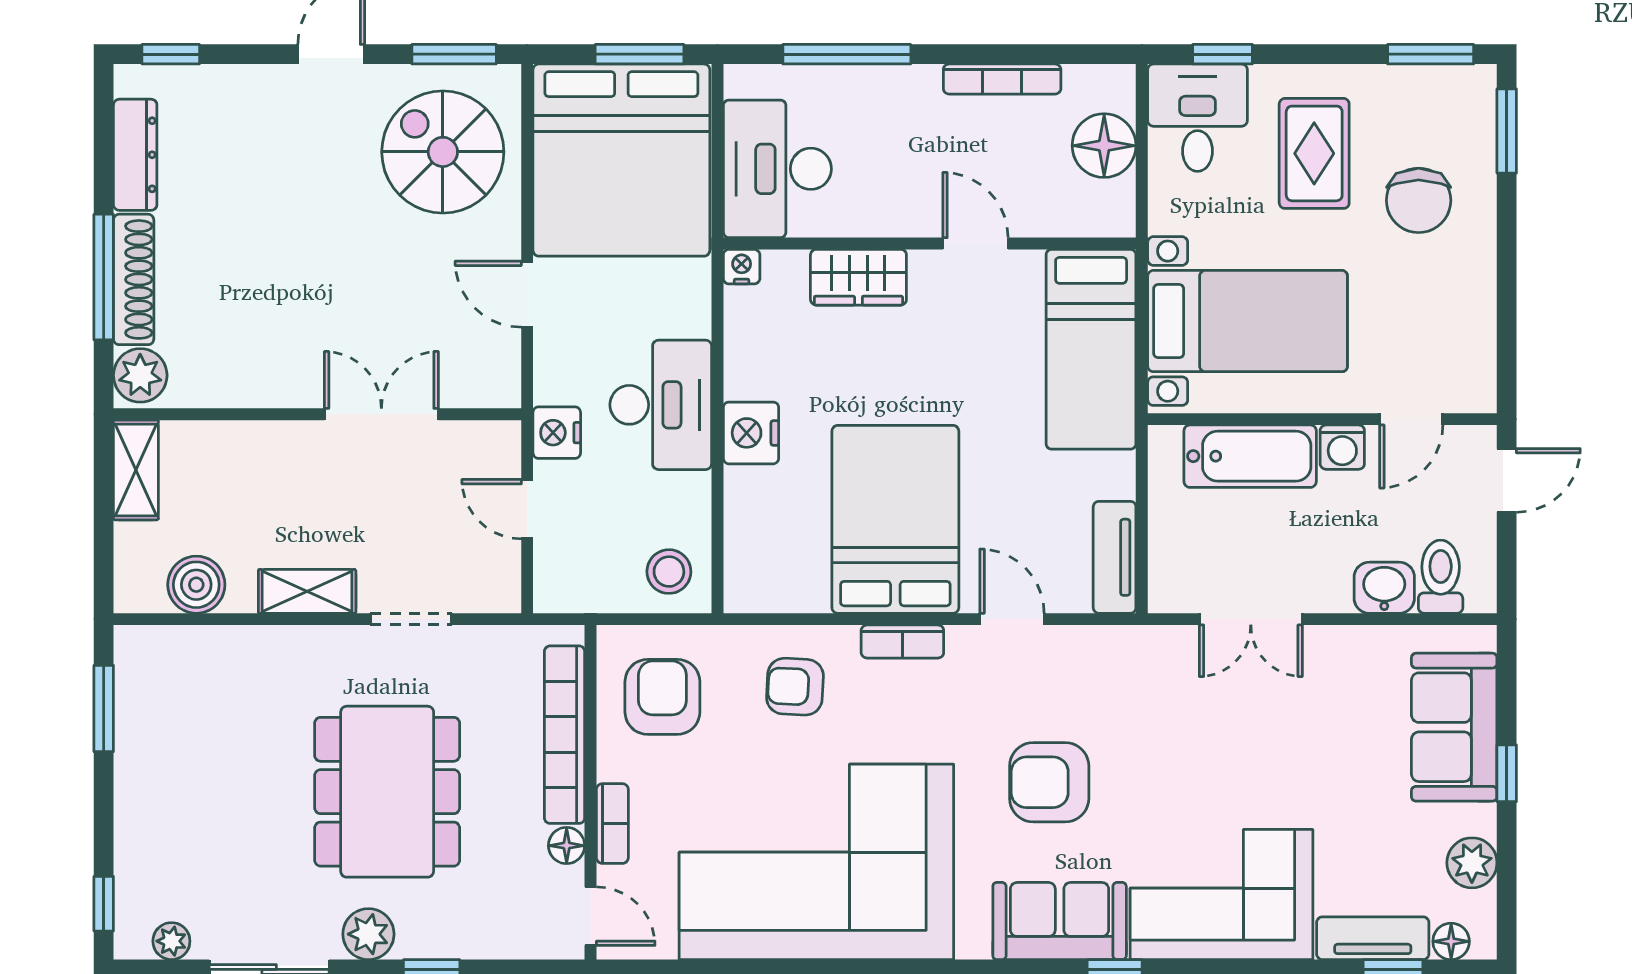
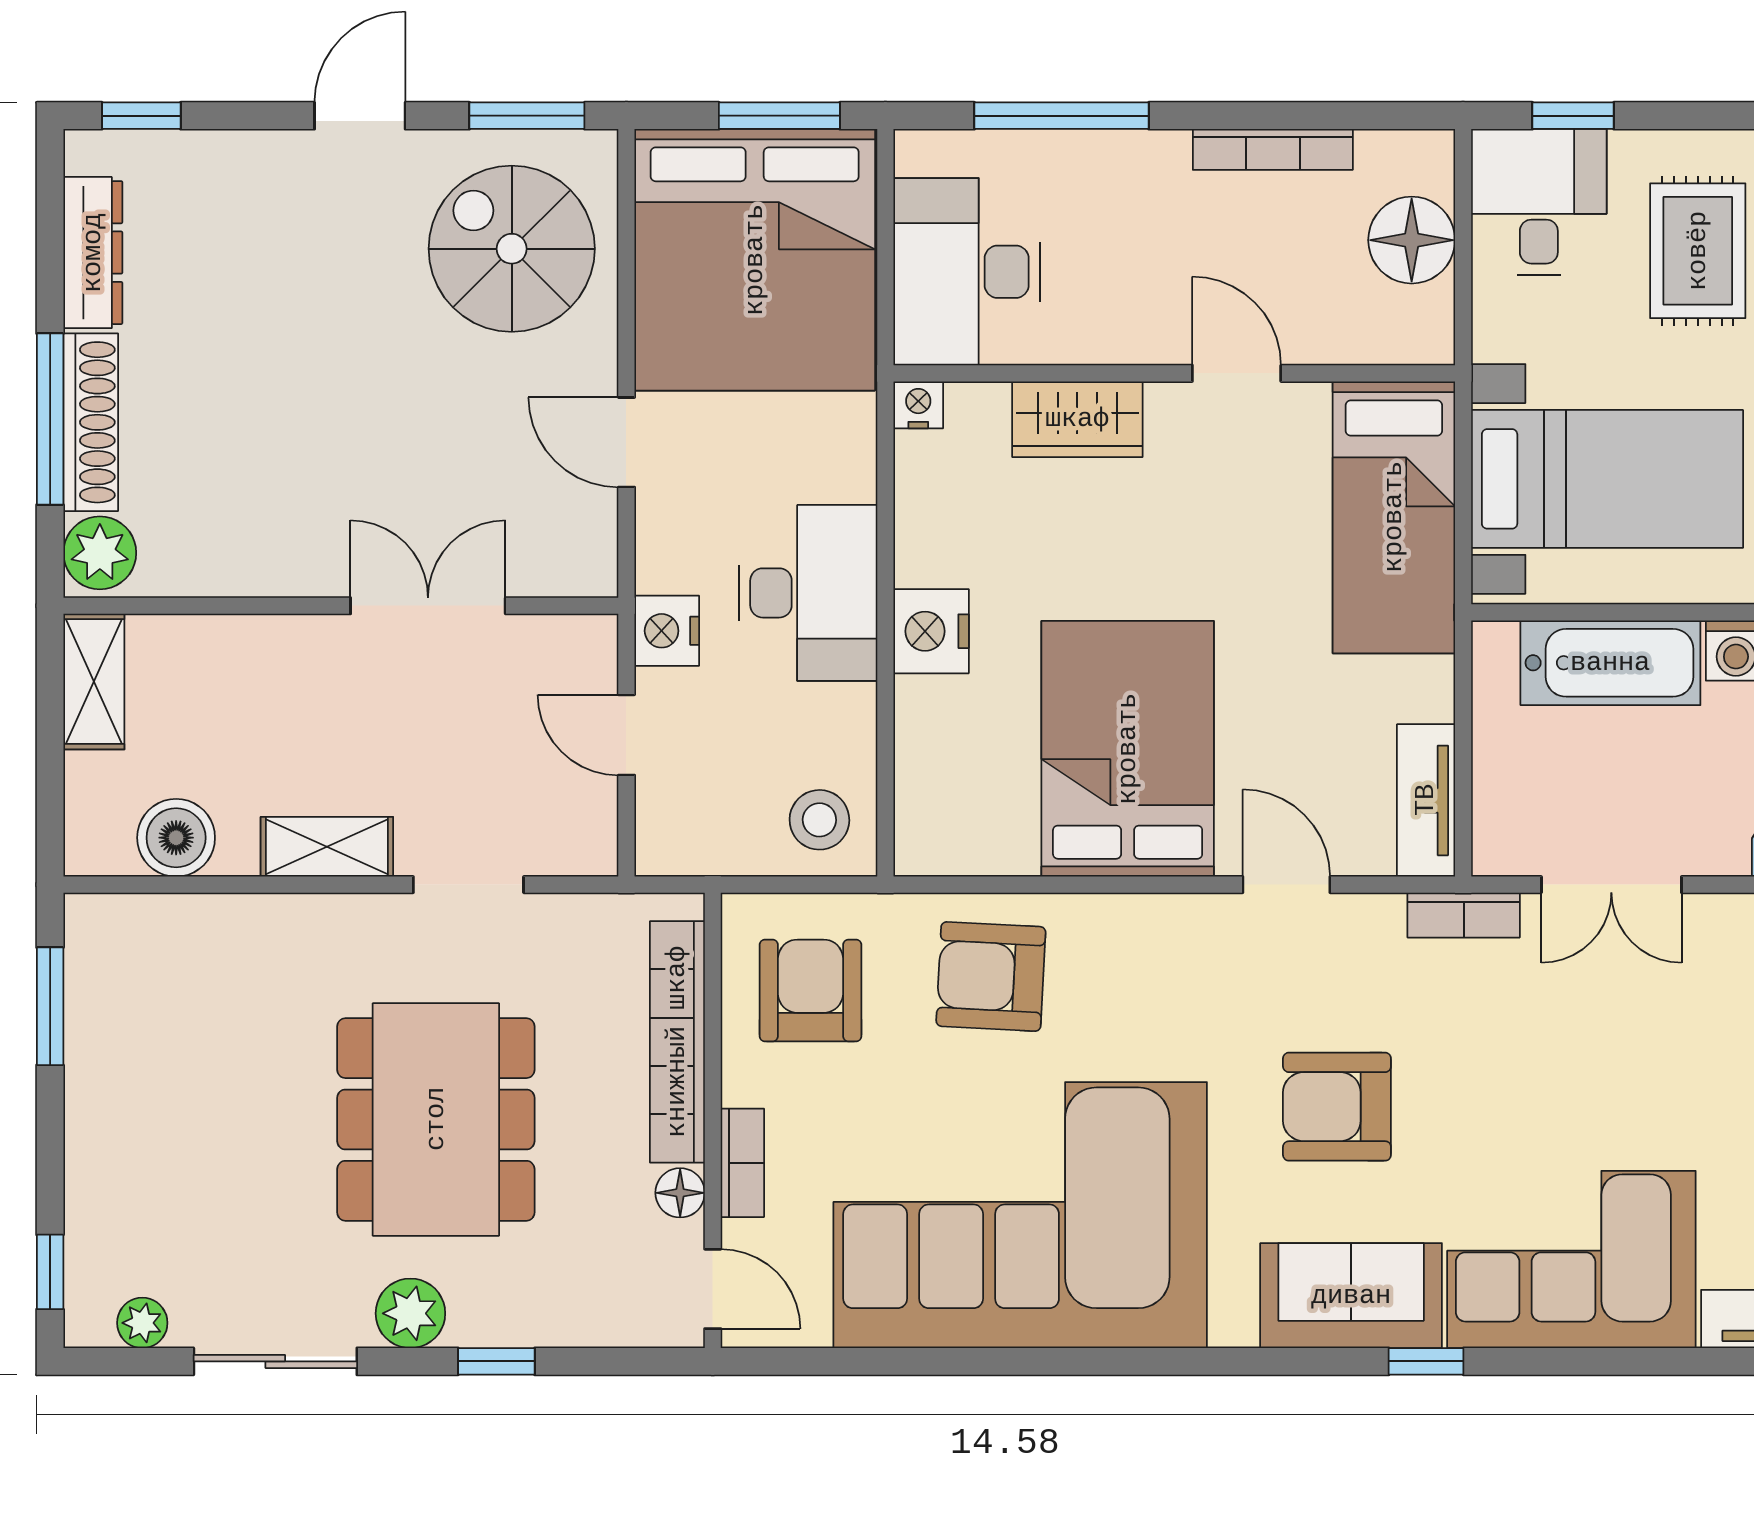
bookcase: (902, 642) -> (1464, 915), moved
armchair: (795, 687) -> (991, 977), width x1.38, depth x1.38

